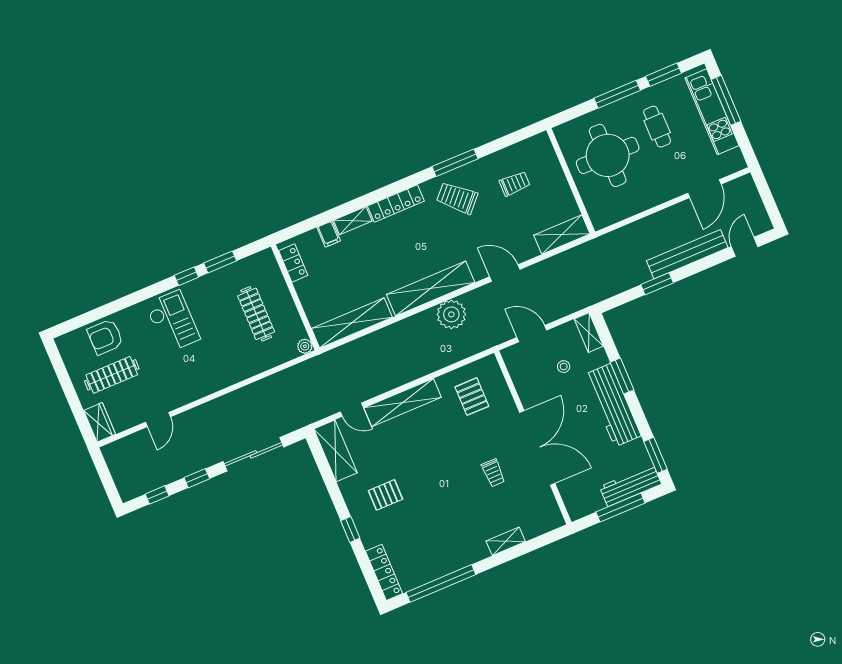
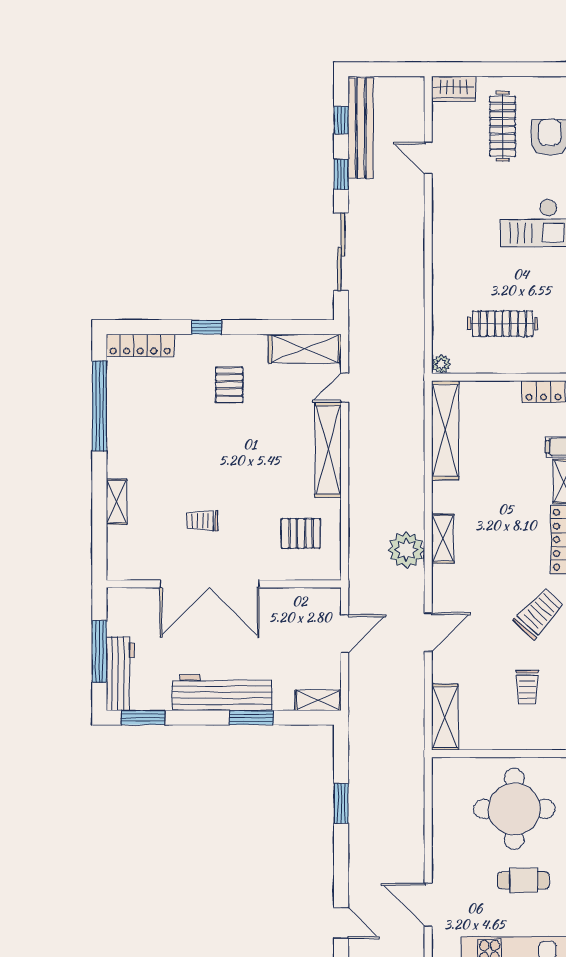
bench: (687, 254) -> (361, 128), moved
shelving: (431, 289) -> (443, 538), width x0.45, depth x0.75
stool: (564, 367) -> (291, 654), removed

